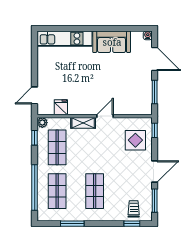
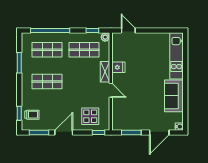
fridge: (61, 107) -> (118, 67), moved
door: (155, 171) -> (64, 133), swing flipped

